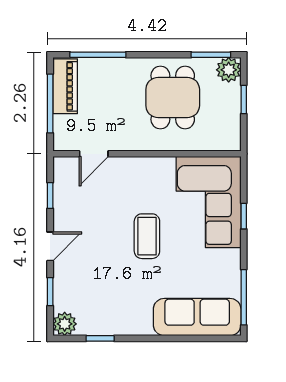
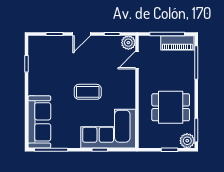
door: (94, 154) -> (137, 60), hinge flipped
door: (50, 246) -> (82, 34), hinge flipped
plant: (65, 324) -> (128, 43), moved

